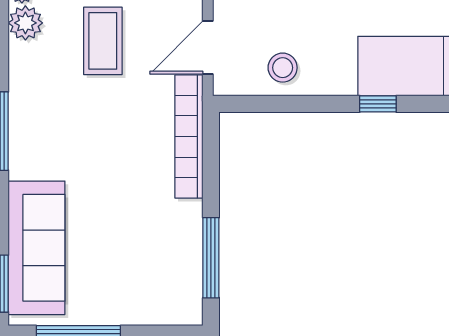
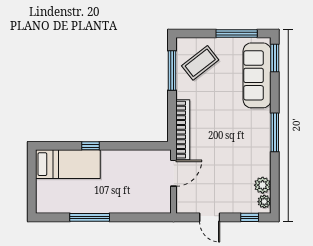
coffee table: (103, 41) -> (200, 63), moved, turned 52
stool: (283, 68) -> (137, 163), removed

